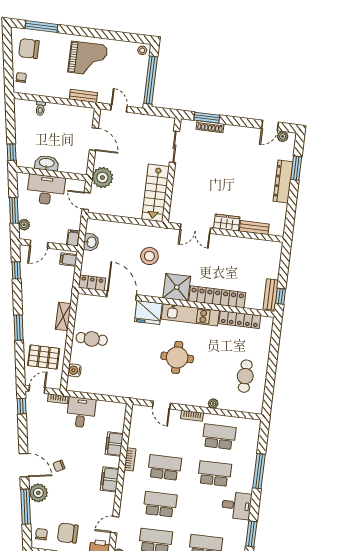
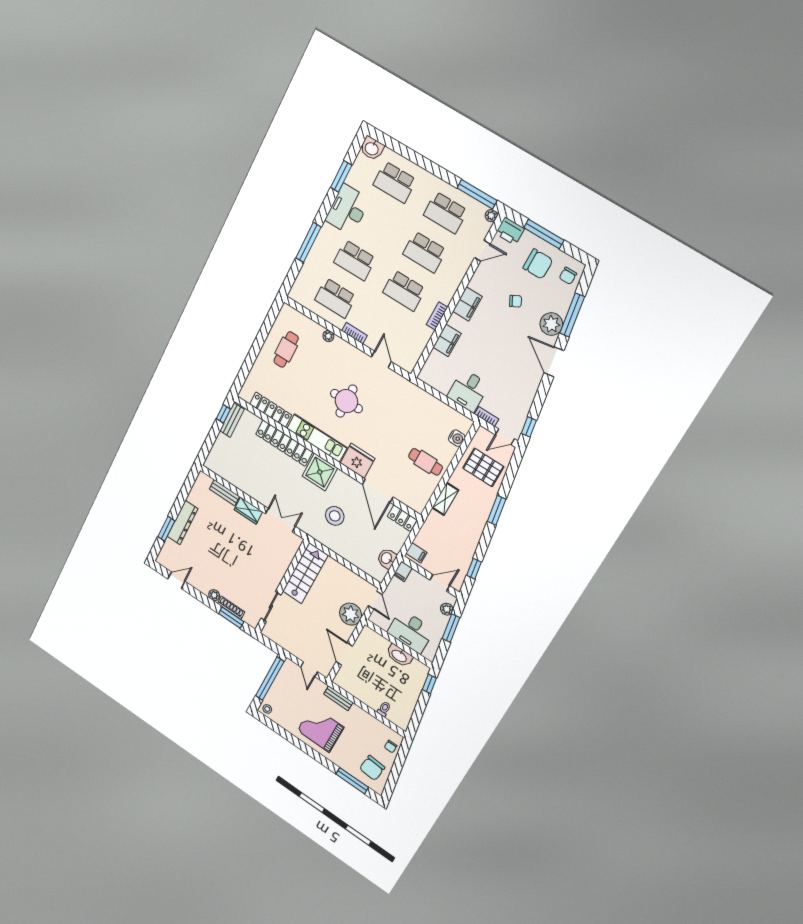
chair: (29, 49) -> (372, 768), turned 95
plant: (283, 136) -> (214, 595), moved
chair: (59, 466) -> (516, 301), moved
desk: (237, 506) -> (348, 210), width x1.37

